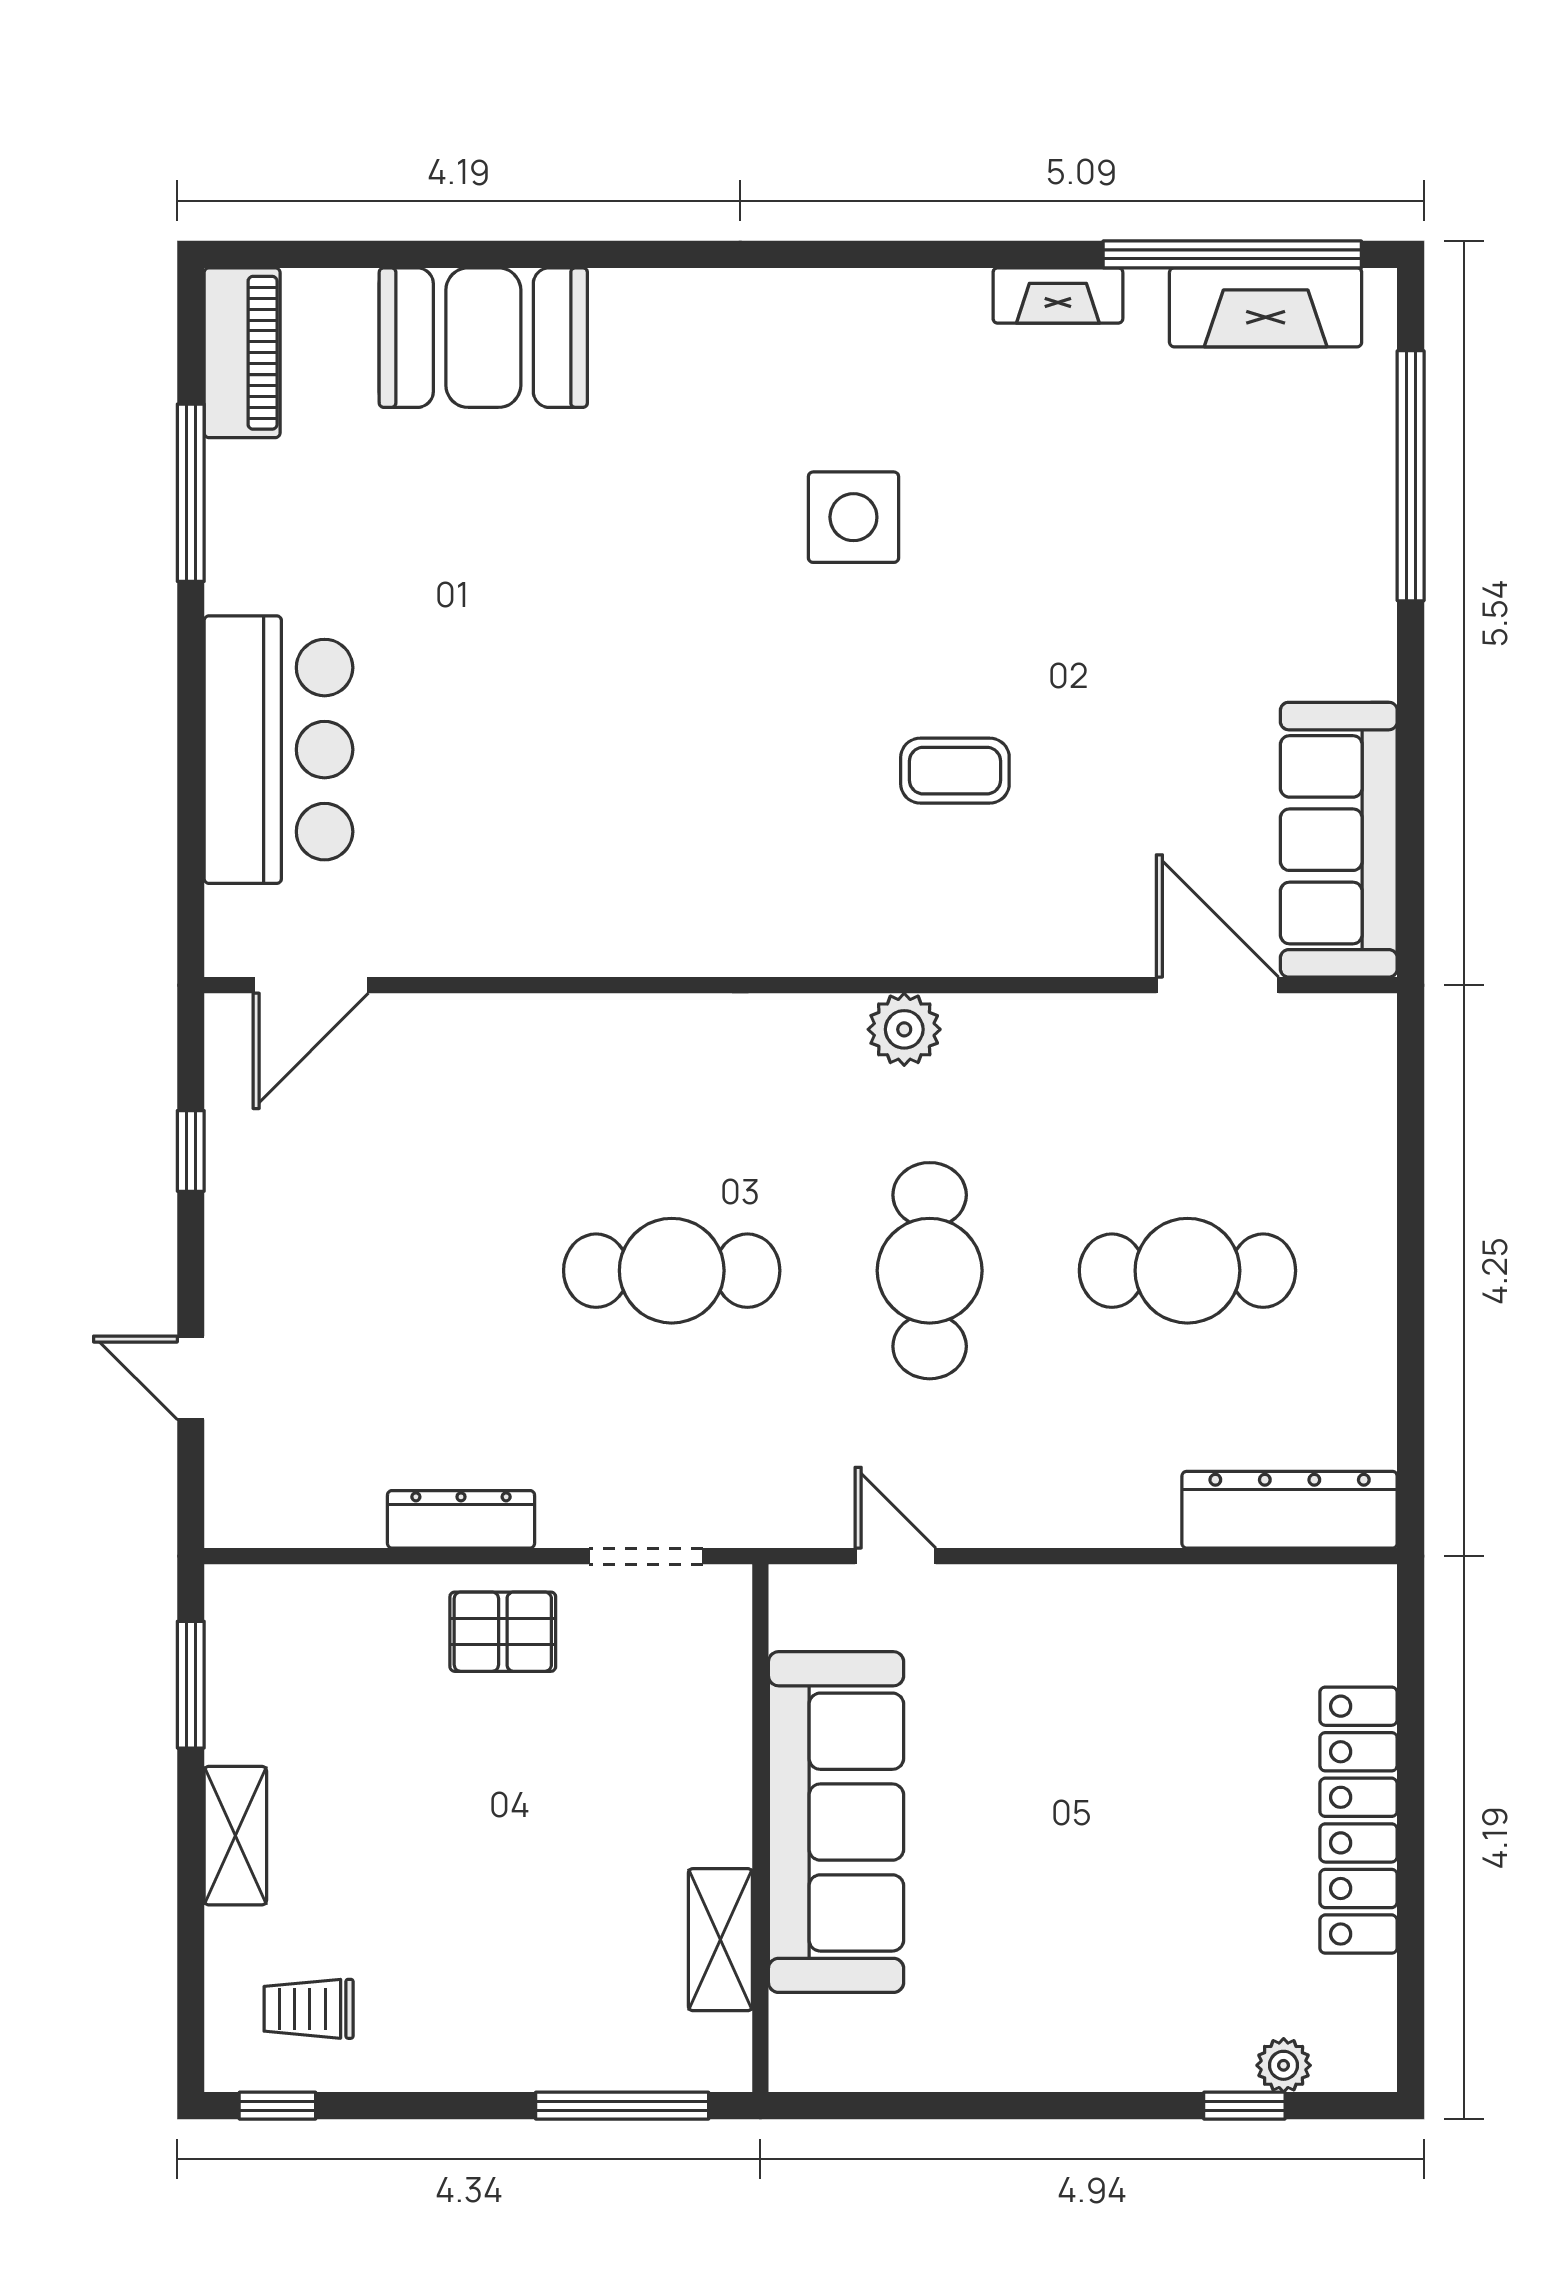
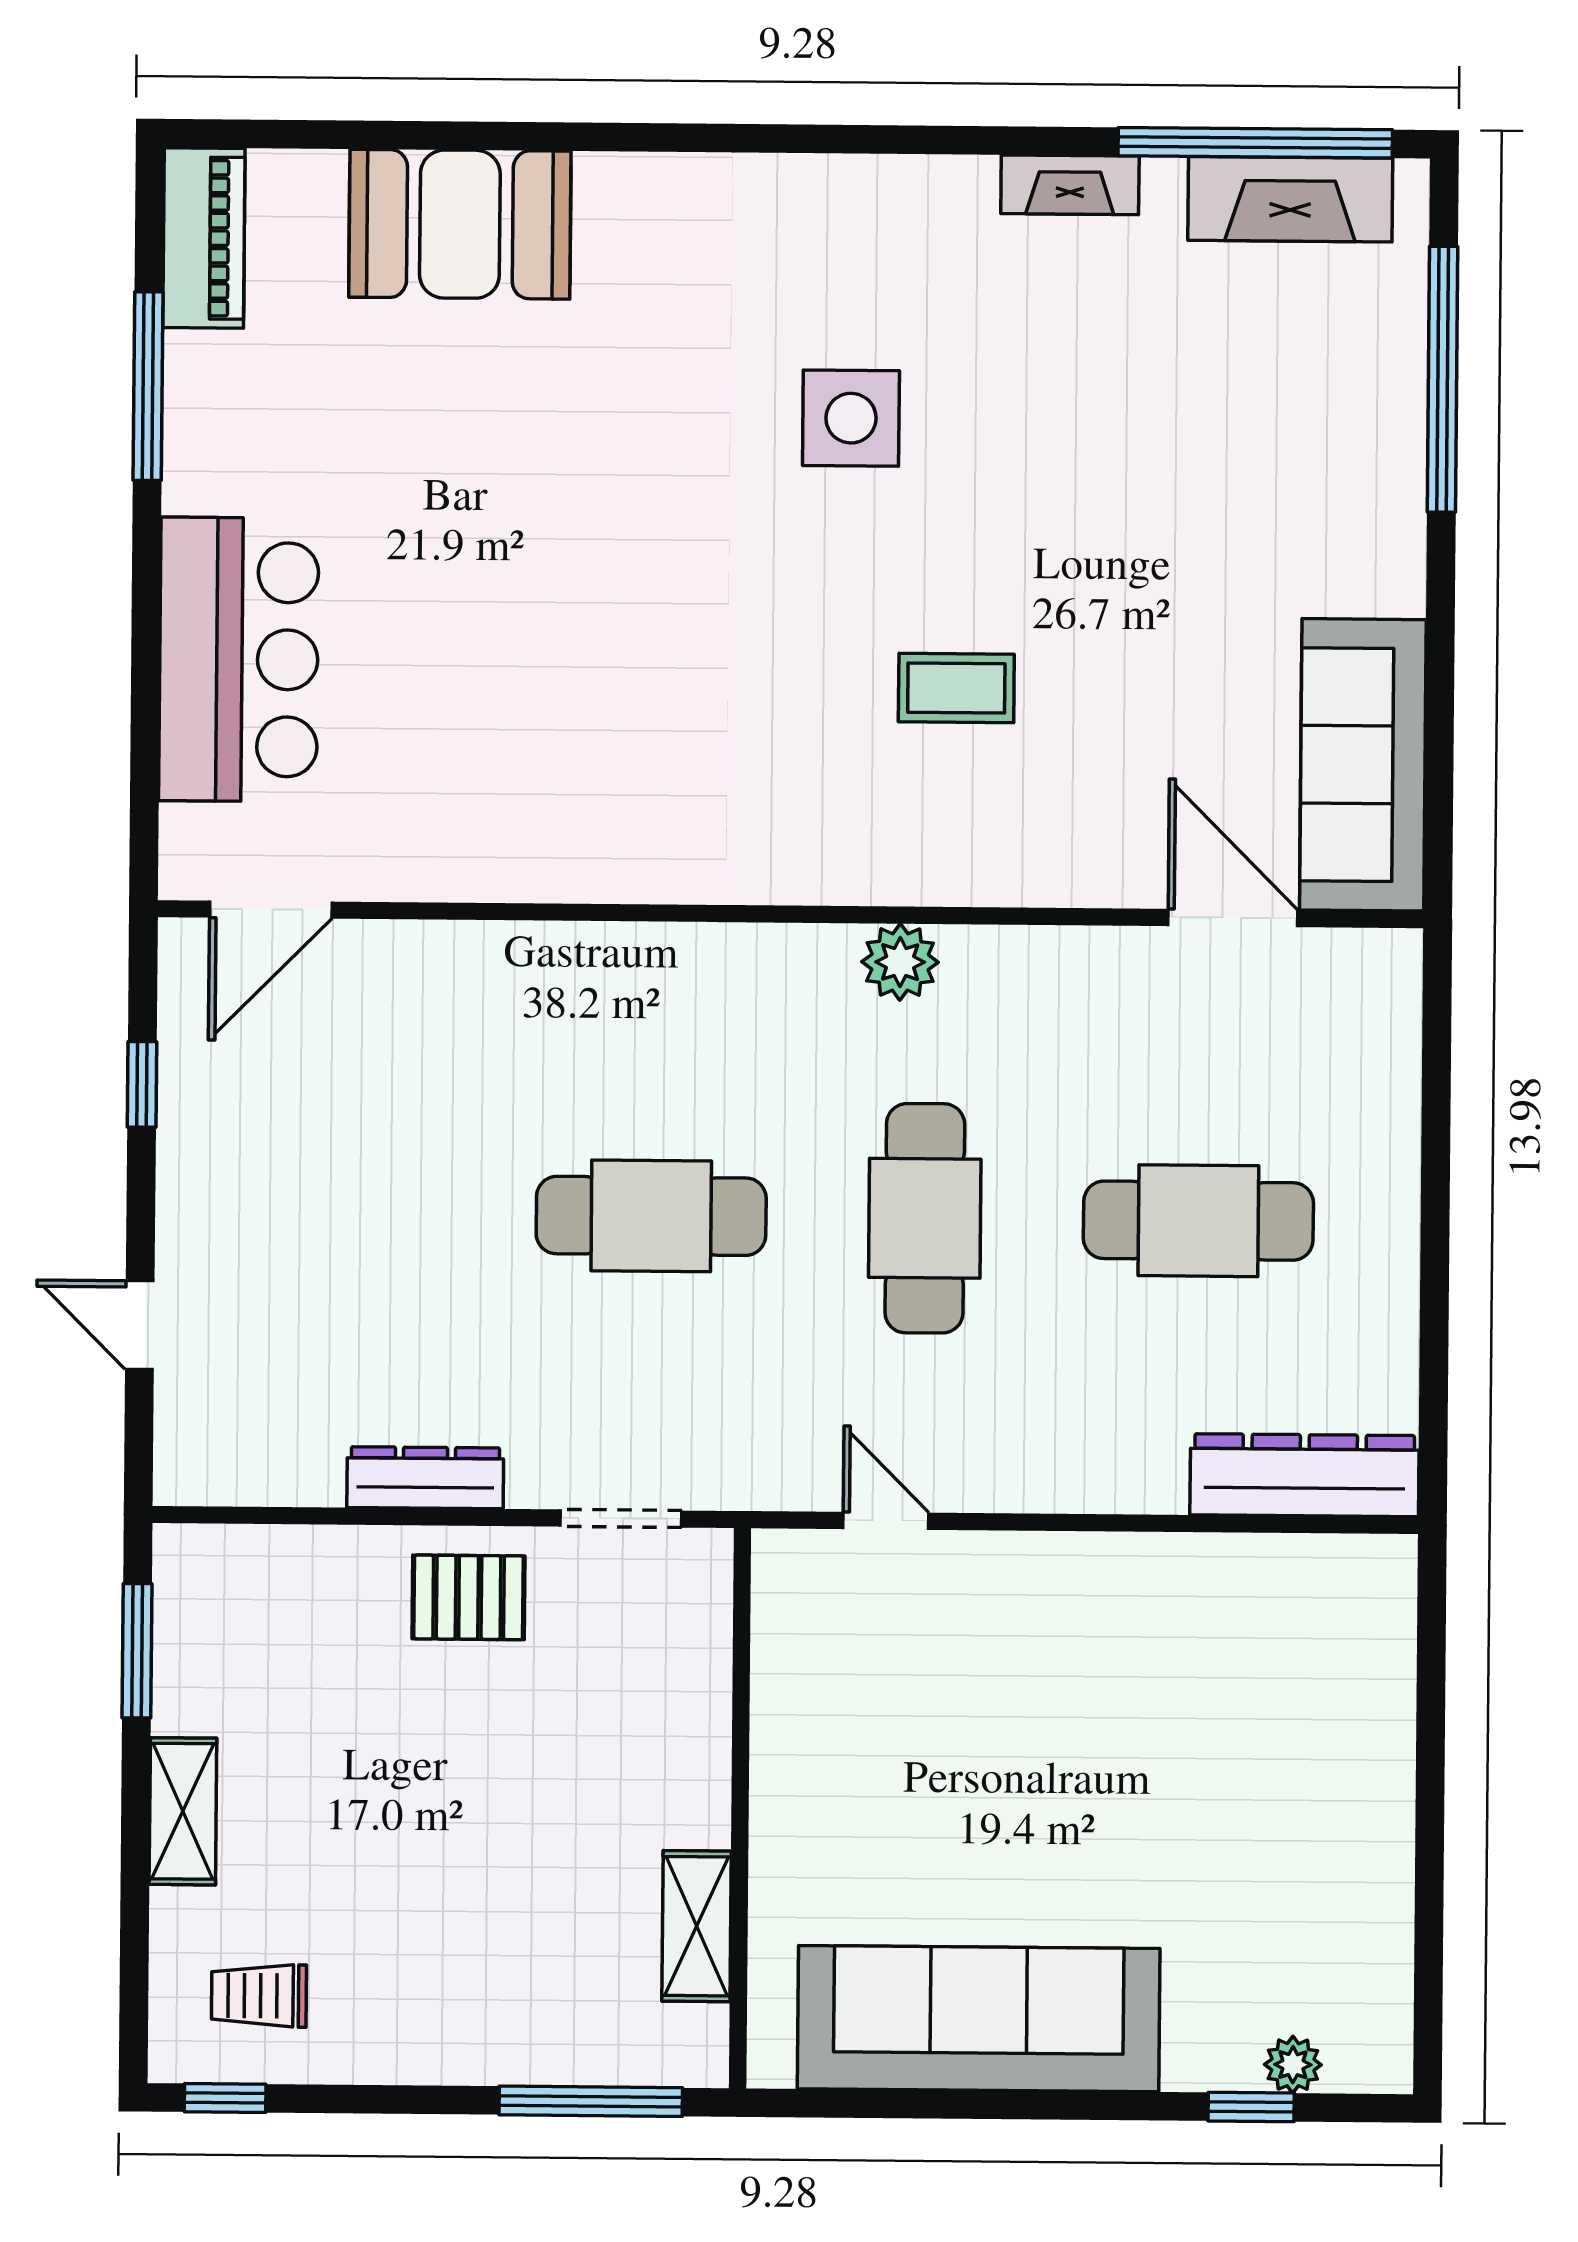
locker: (1358, 1820) -> (1375, 1805), removed
sofa: (836, 1822) -> (979, 2019), moved, turned -90

